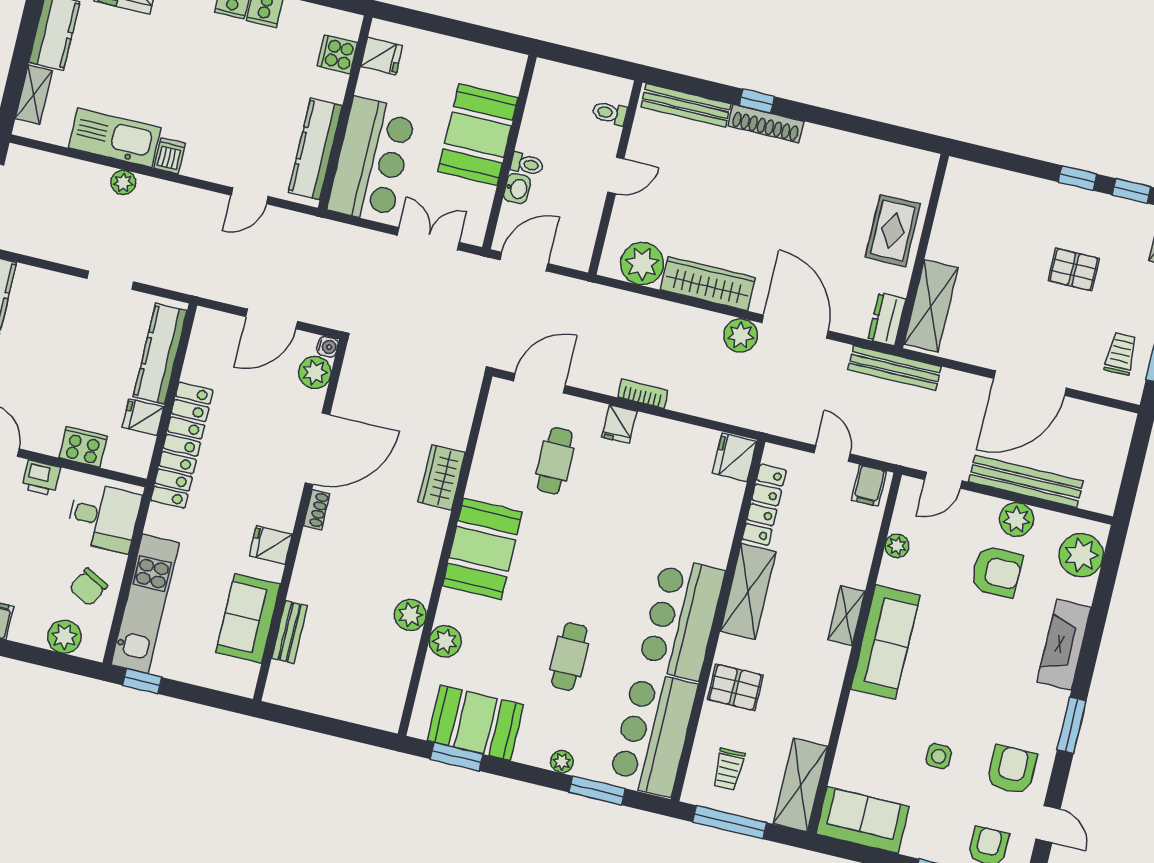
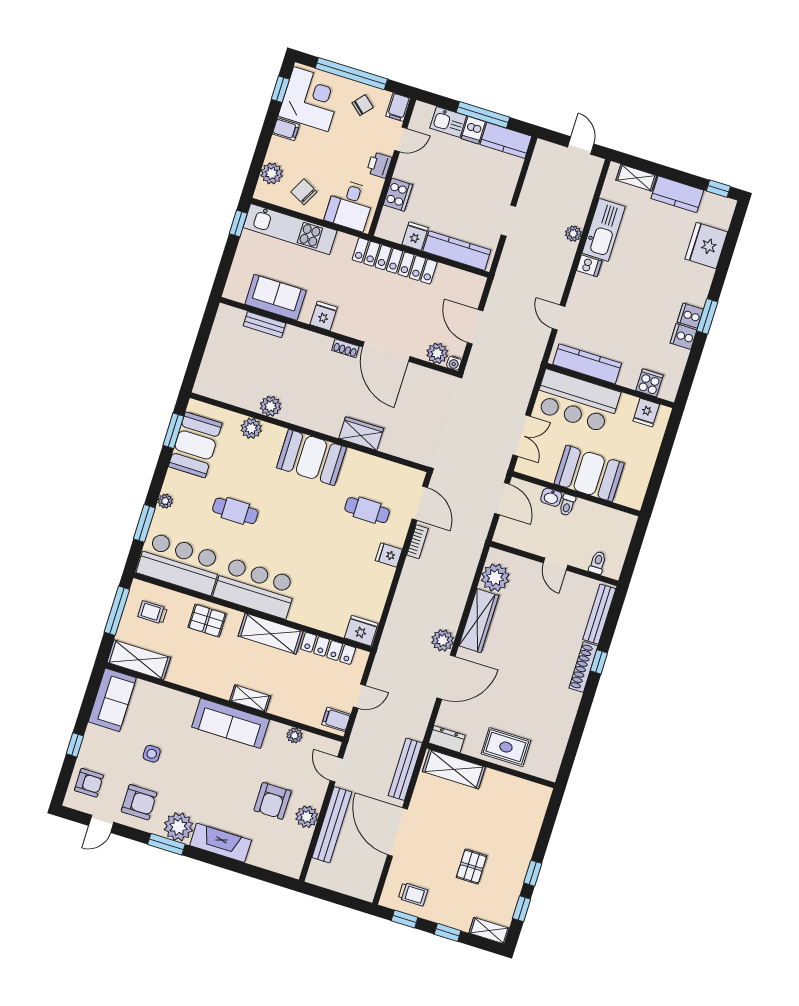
bench: (894, 368) -> (405, 769), moved
bookcase: (643, 394) -> (417, 542), moved
plant: (1081, 555) -> (179, 827), moved
pallet: (735, 687) -> (207, 621), turned 90

